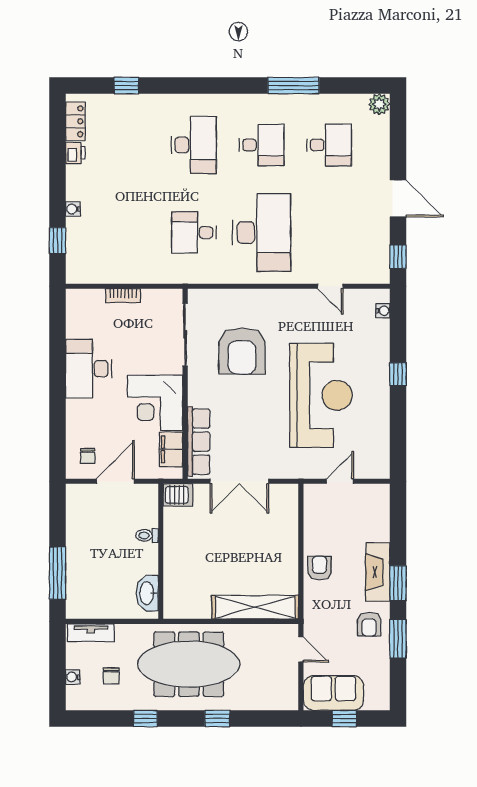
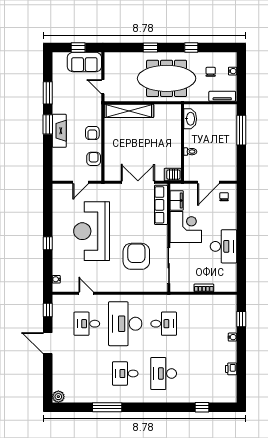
locker: (75, 121) -> (231, 387), removed
desk: (329, 145) -> (87, 324), moved
armchair: (369, 624) -> (94, 159), moved

